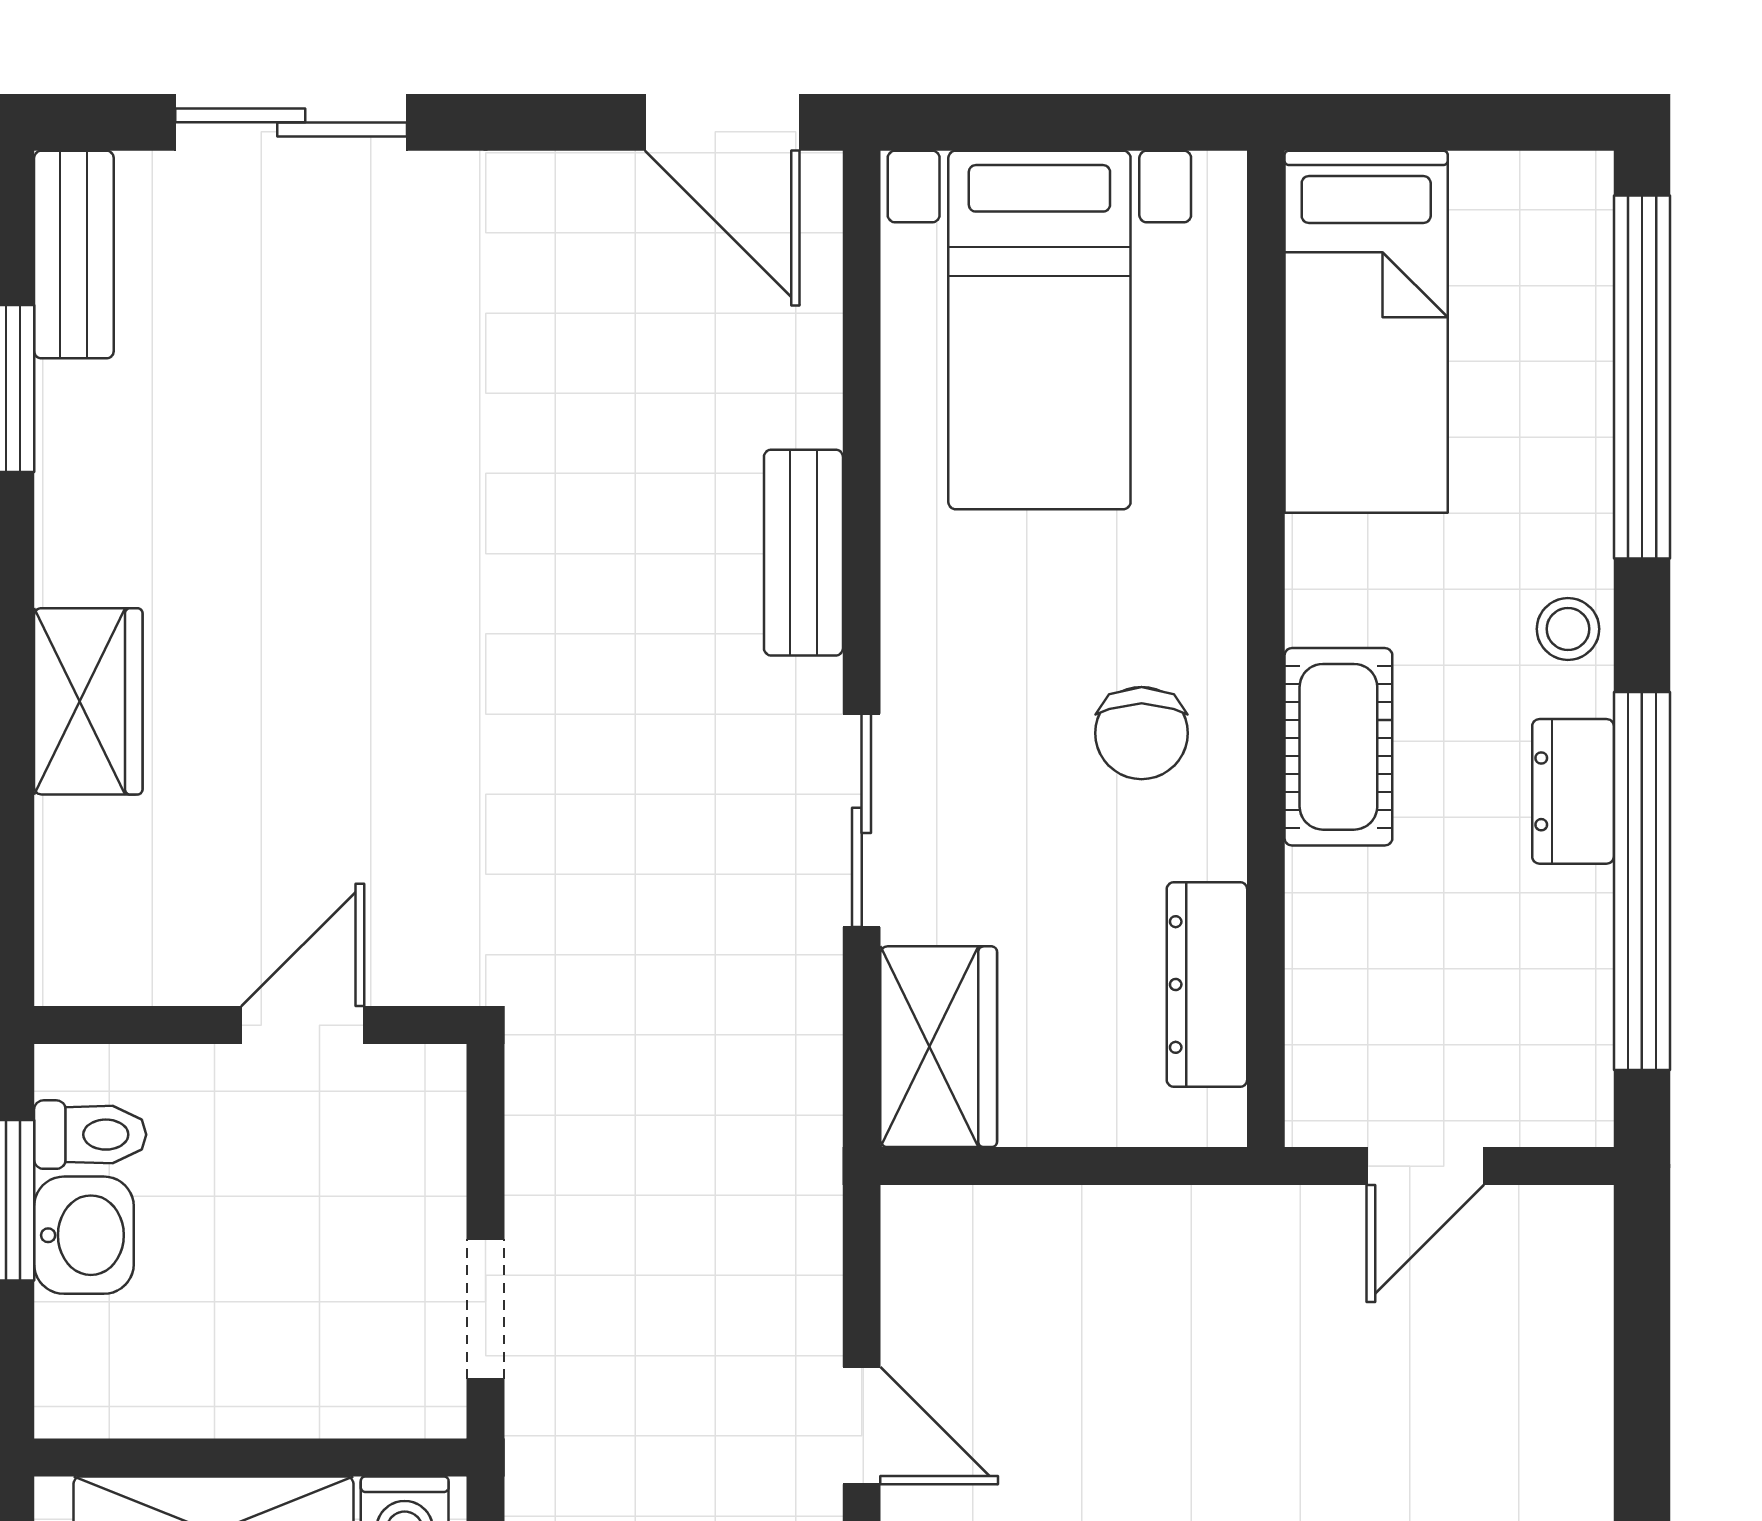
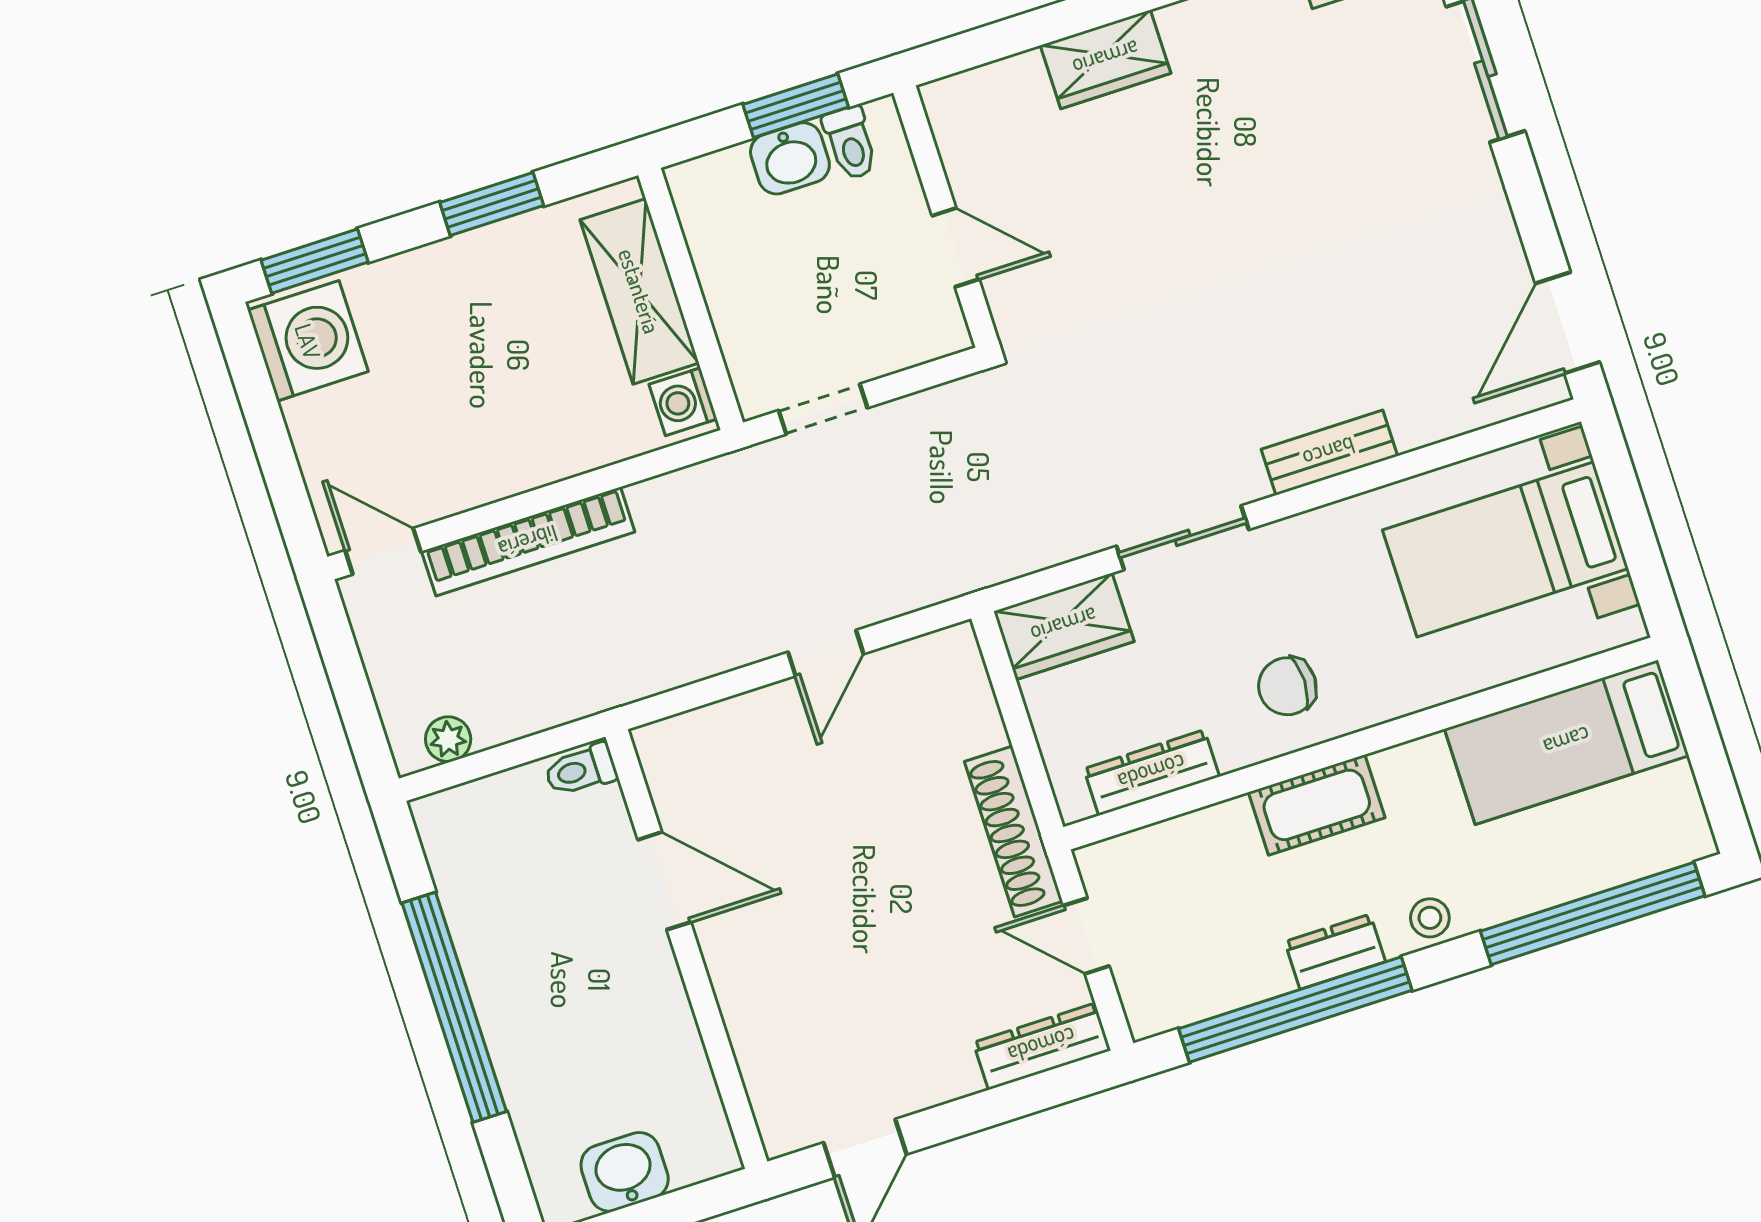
shoe rack: (1229, 1226) -> (1014, 831), added
dresser: (1573, 1289) -> (1042, 1046), added

